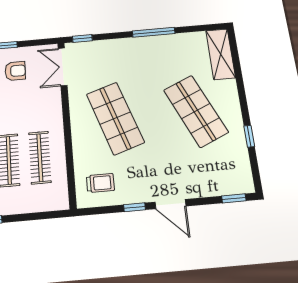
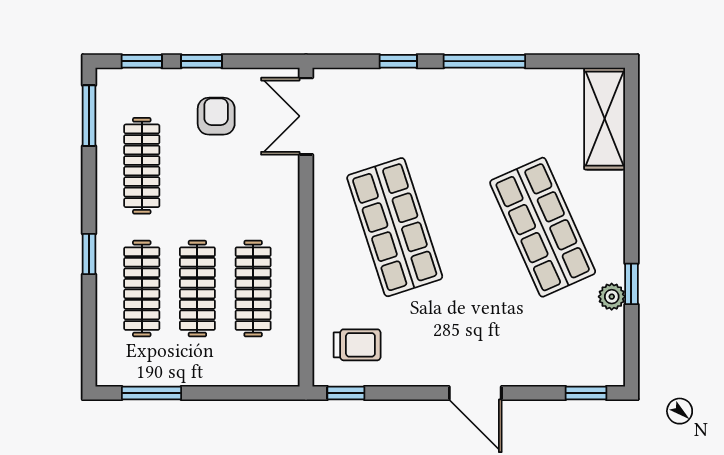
window: (82, 39) -> (398, 61), moved
armchair: (15, 71) -> (216, 116), turned -90
plant: (240, 144) -> (612, 297), added
window: (134, 207) -> (346, 393), moved

